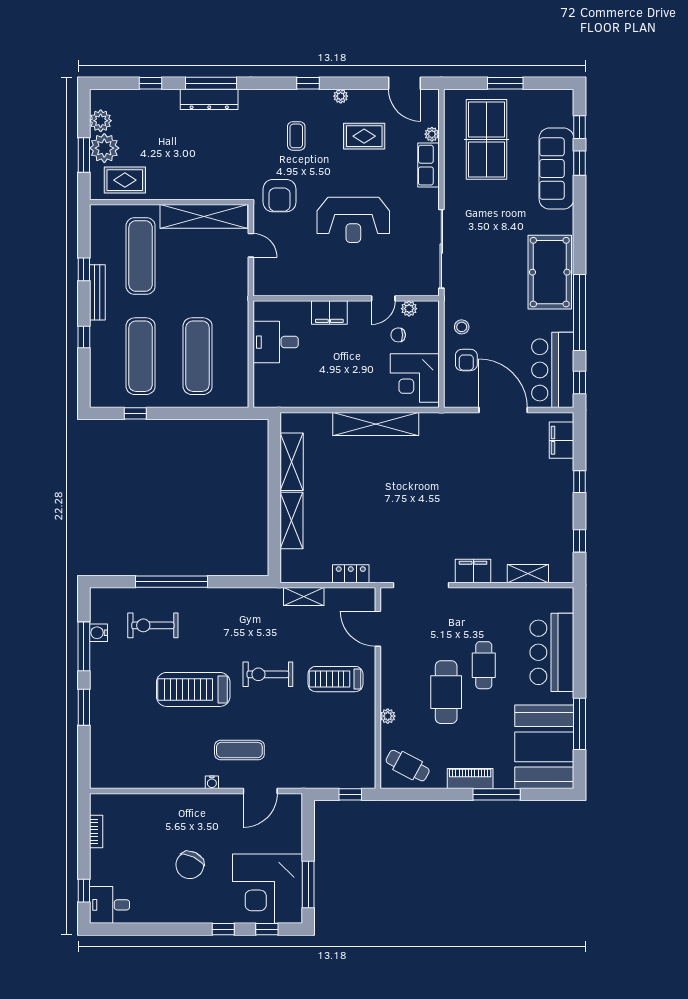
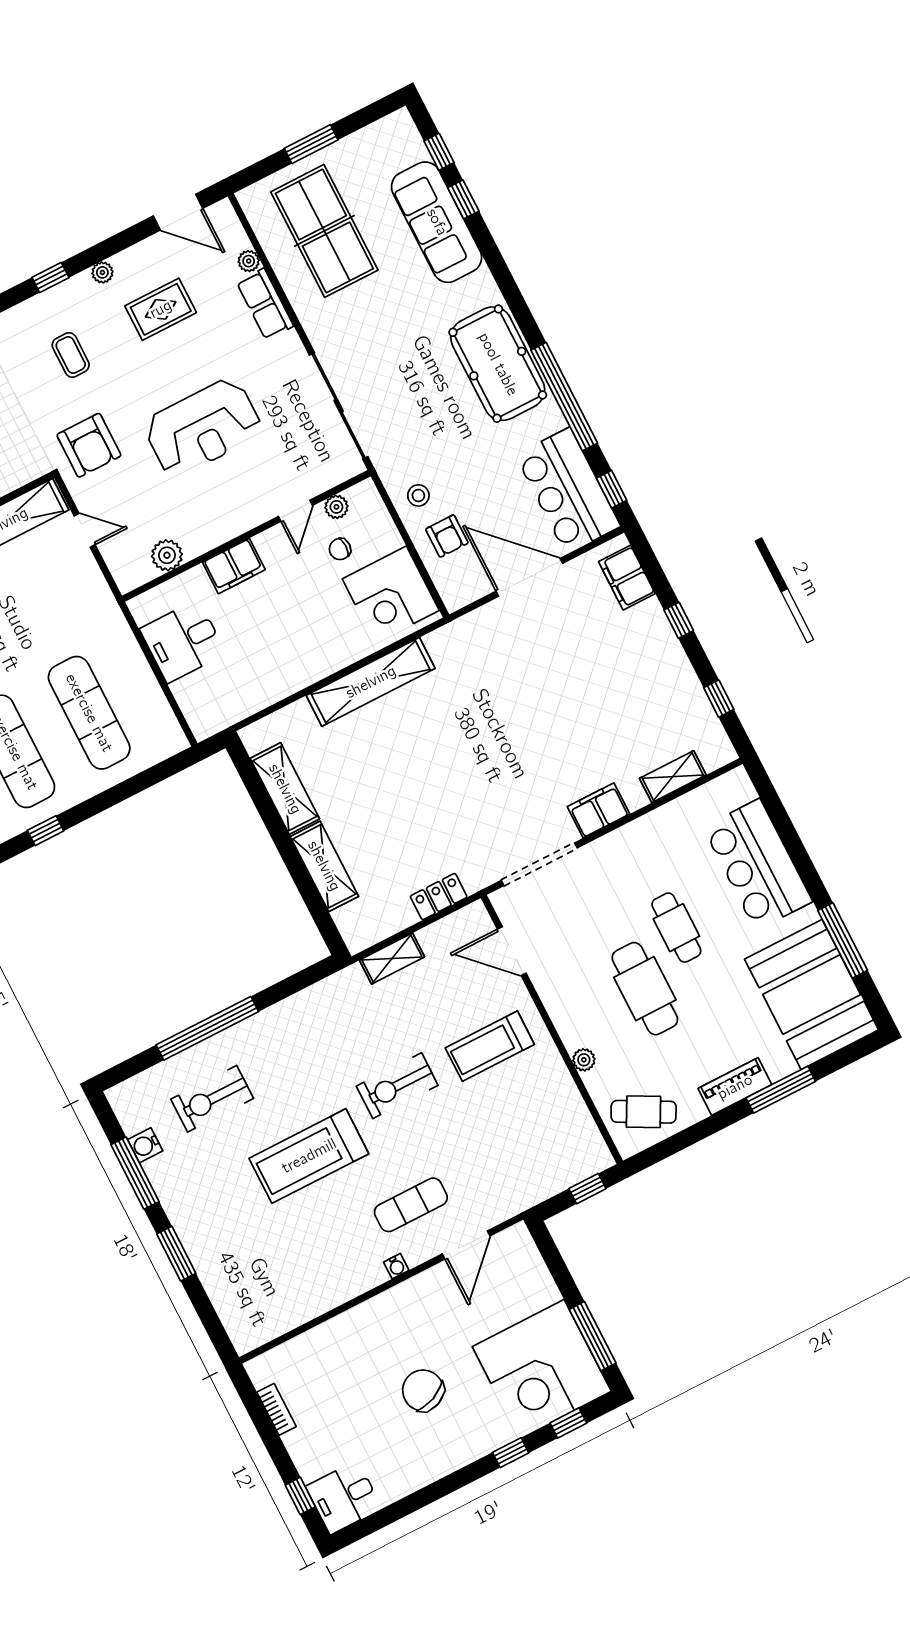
plant: (293, 286) -> (167, 555), added
chair: (190, 865) -> (423, 1390), turned 131

